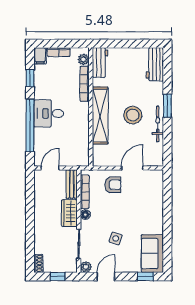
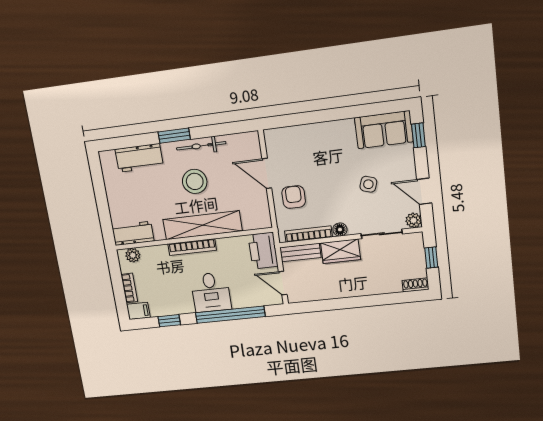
workbench: (155, 64) -> (139, 158), moved
bookcase: (85, 84) -> (192, 247), moved
printer: (76, 157) -> (263, 251), added

